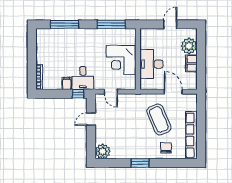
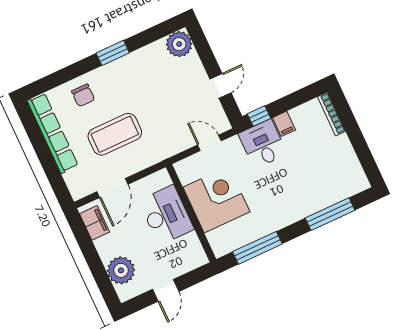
filing cabinet: (191, 63) -> (95, 223), moved
door: (173, 92) -> (112, 188), hinge flipped
coffee table: (159, 119) -> (115, 134), turned -67

